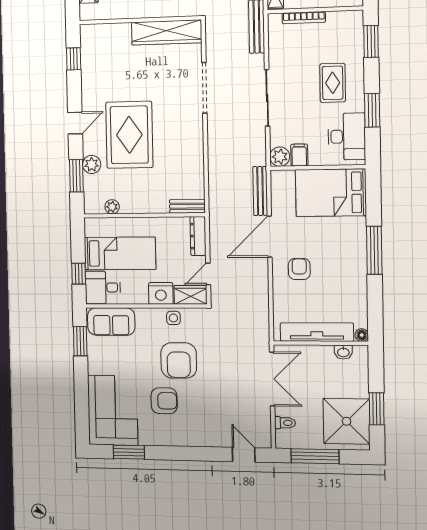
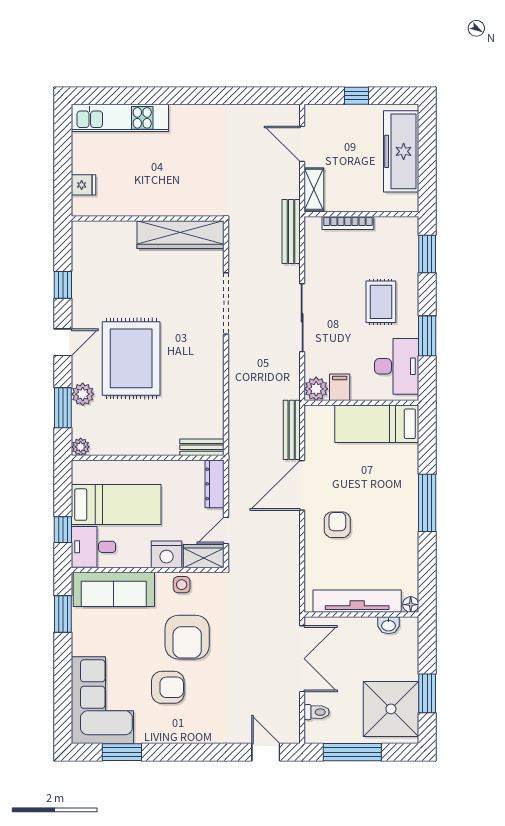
window: (74, 59) -> (63, 285), moved
bed: (331, 193) -> (377, 424), width x0.67
plant: (112, 207) -> (81, 447), moved
sofa: (111, 322) -> (114, 589), width x1.36

